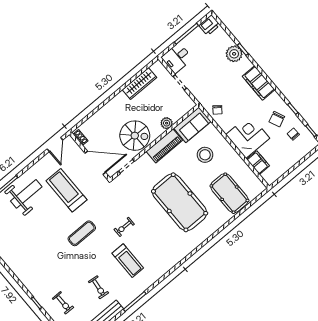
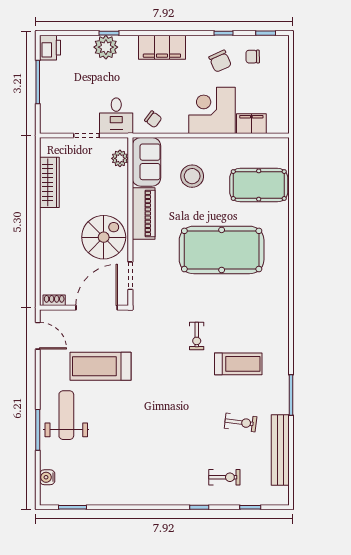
desk: (177, 58) -> (116, 116), moved
plant: (167, 123) -> (120, 158), moved
exercise mat: (82, 233) -> (164, 390), removed

